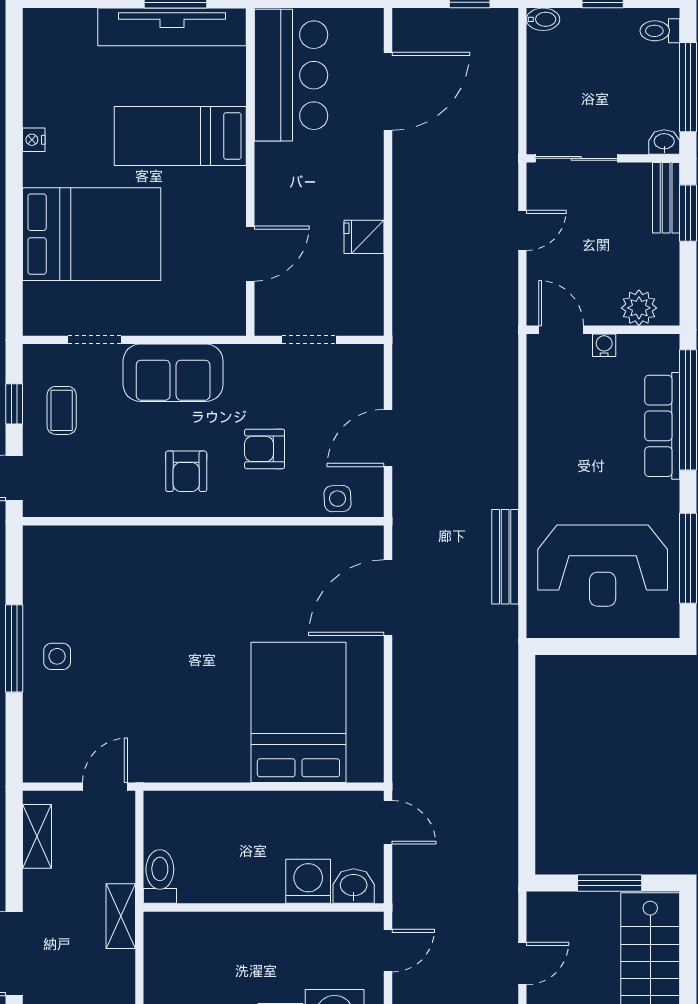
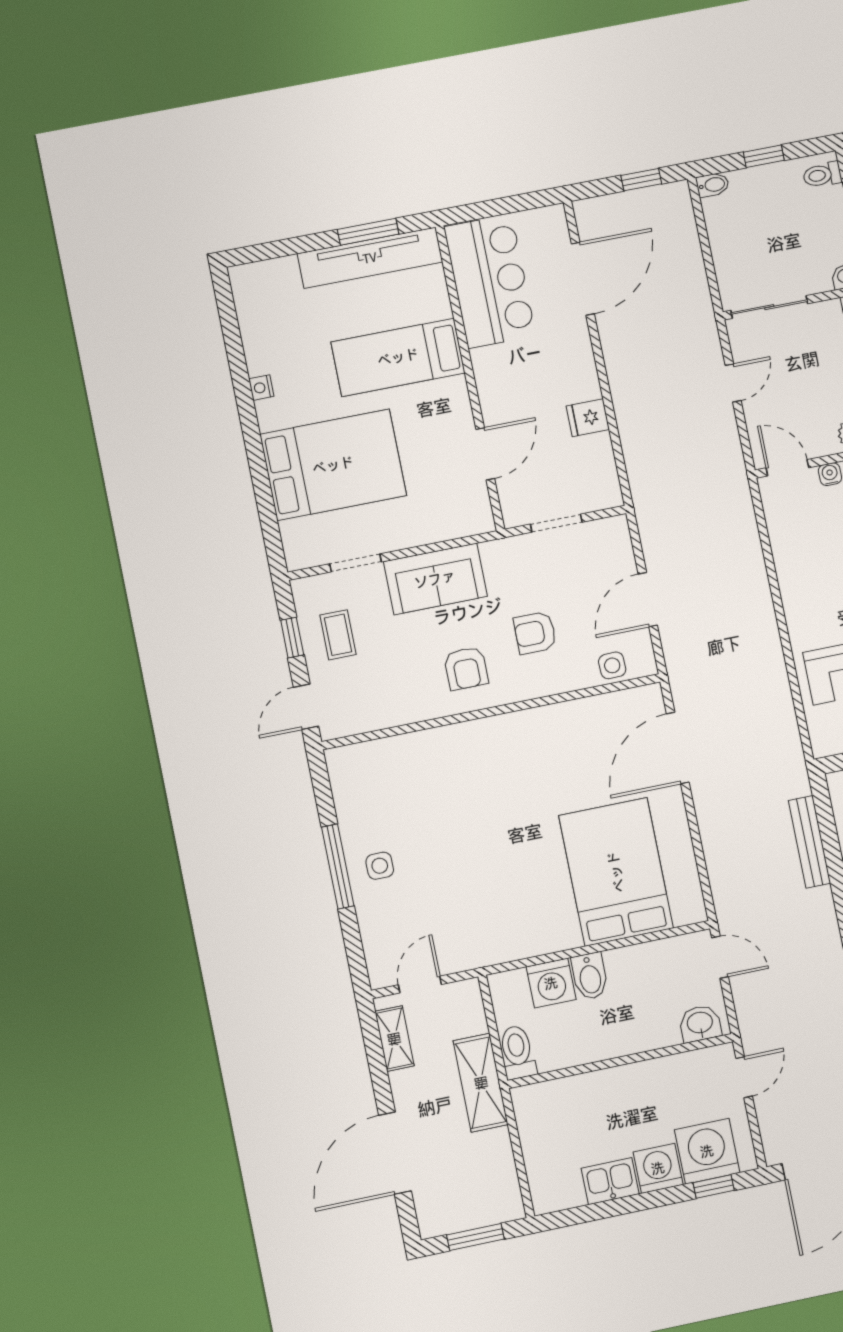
bench: (505, 557) -> (810, 842), moved
door: (105, 787) -> (420, 985), moved
bidet: (250, 814) -> (590, 976), added
washing machine: (308, 881) -> (551, 983), moved, turned 180
shelving: (121, 916) -> (481, 1083), width x1.50, depth x1.33

